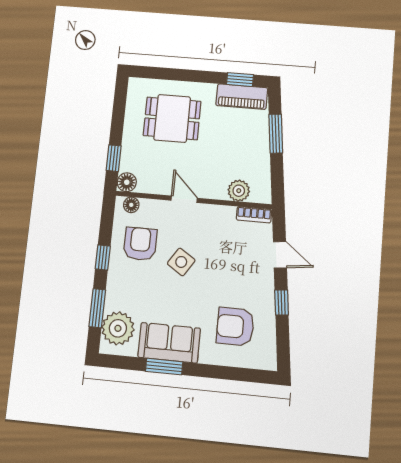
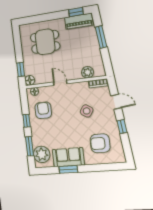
side table: (181, 262) -> (87, 111), moved

